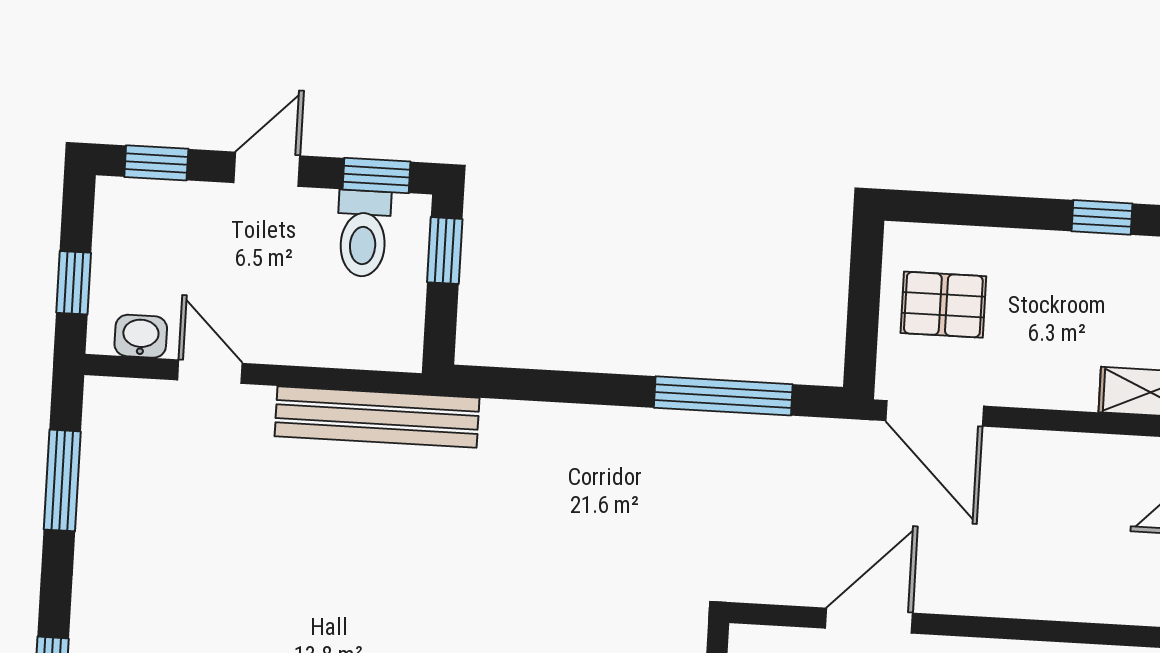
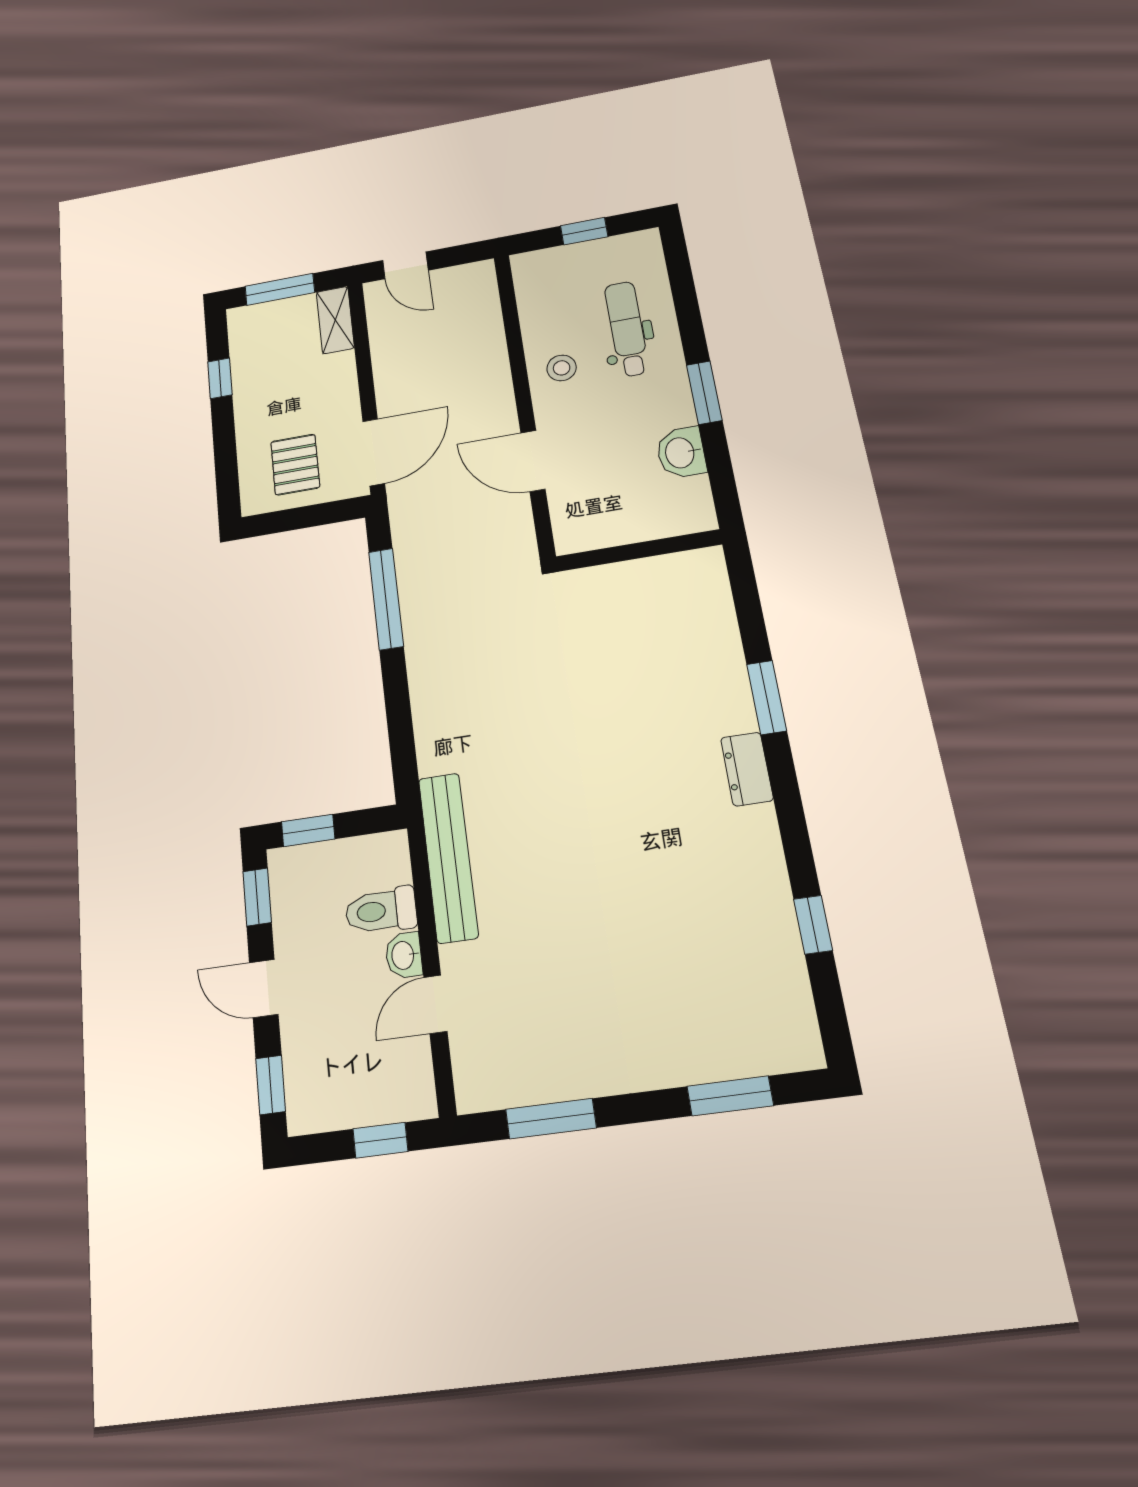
toilet: (363, 234) -> (381, 911), moved, turned 180
washbasin: (141, 336) -> (404, 955), moved

